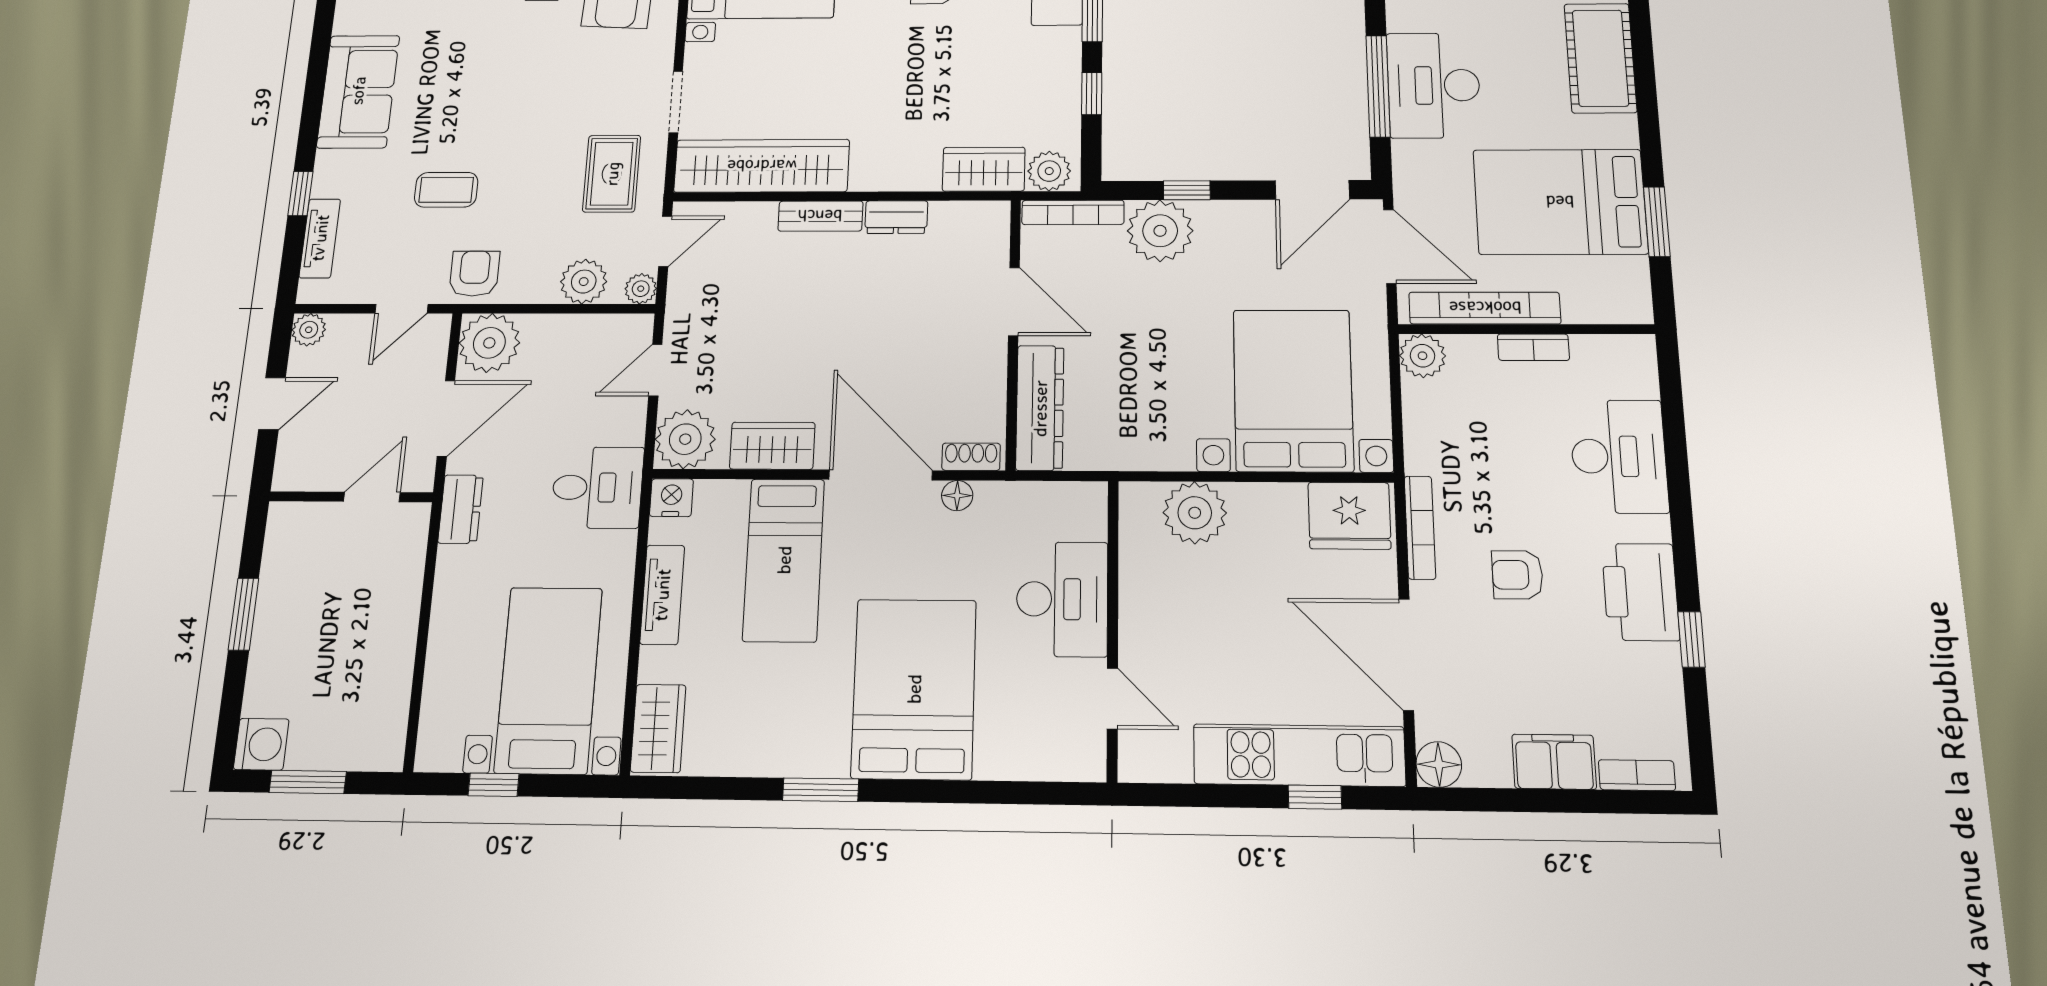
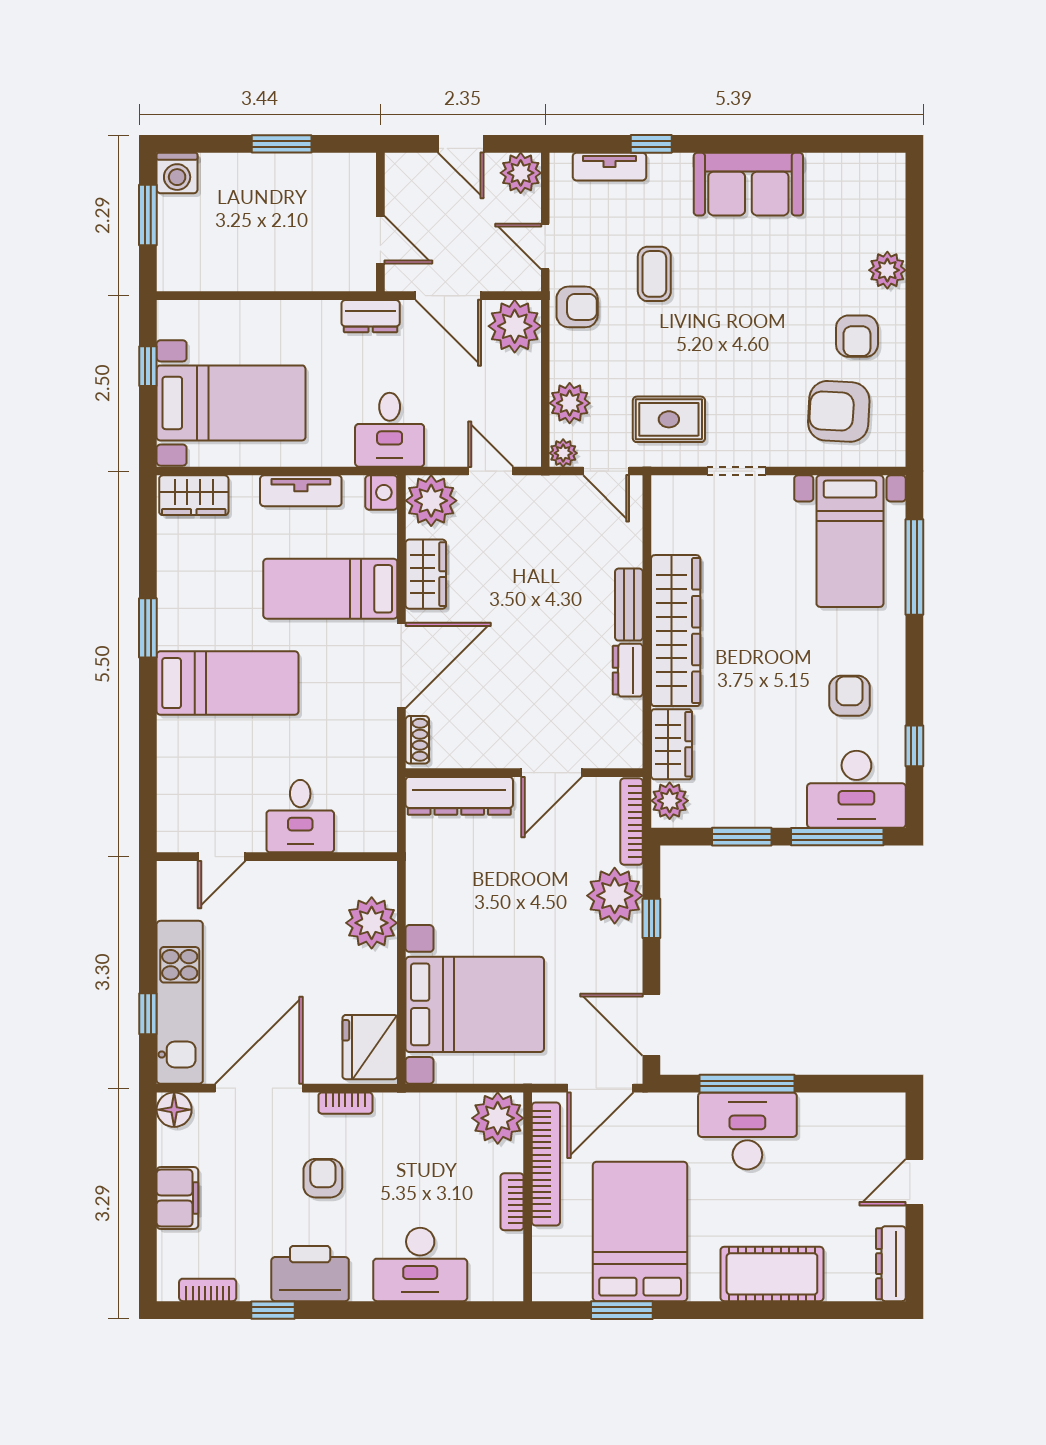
window: (1092, 94) -> (742, 837), width x1.50
wardrobe: (762, 166) -> (676, 631), moved
plant: (309, 330) -> (521, 173), width x1.38, depth x1.38
plant: (1423, 356) -> (498, 1118), width x1.36, depth x1.36
floor lamp: (957, 496) -> (385, 729), removed
bookcase: (1420, 527) -> (345, 1103), width x0.64
desk: (1062, 599) -> (300, 816), width x0.73
bed: (914, 689) -> (228, 683), width x0.67
bookcase: (1637, 775) -> (208, 1290), moved, turned -90

